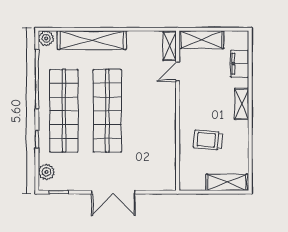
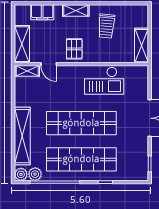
pallet: (196, 102) -> (74, 49), added
checkout: (158, 138) -> (104, 81), added
trolley: (208, 140) -> (106, 26), moved
plant: (46, 172) -> (35, 174), moved
shelving: (227, 182) -> (141, 46), moved

